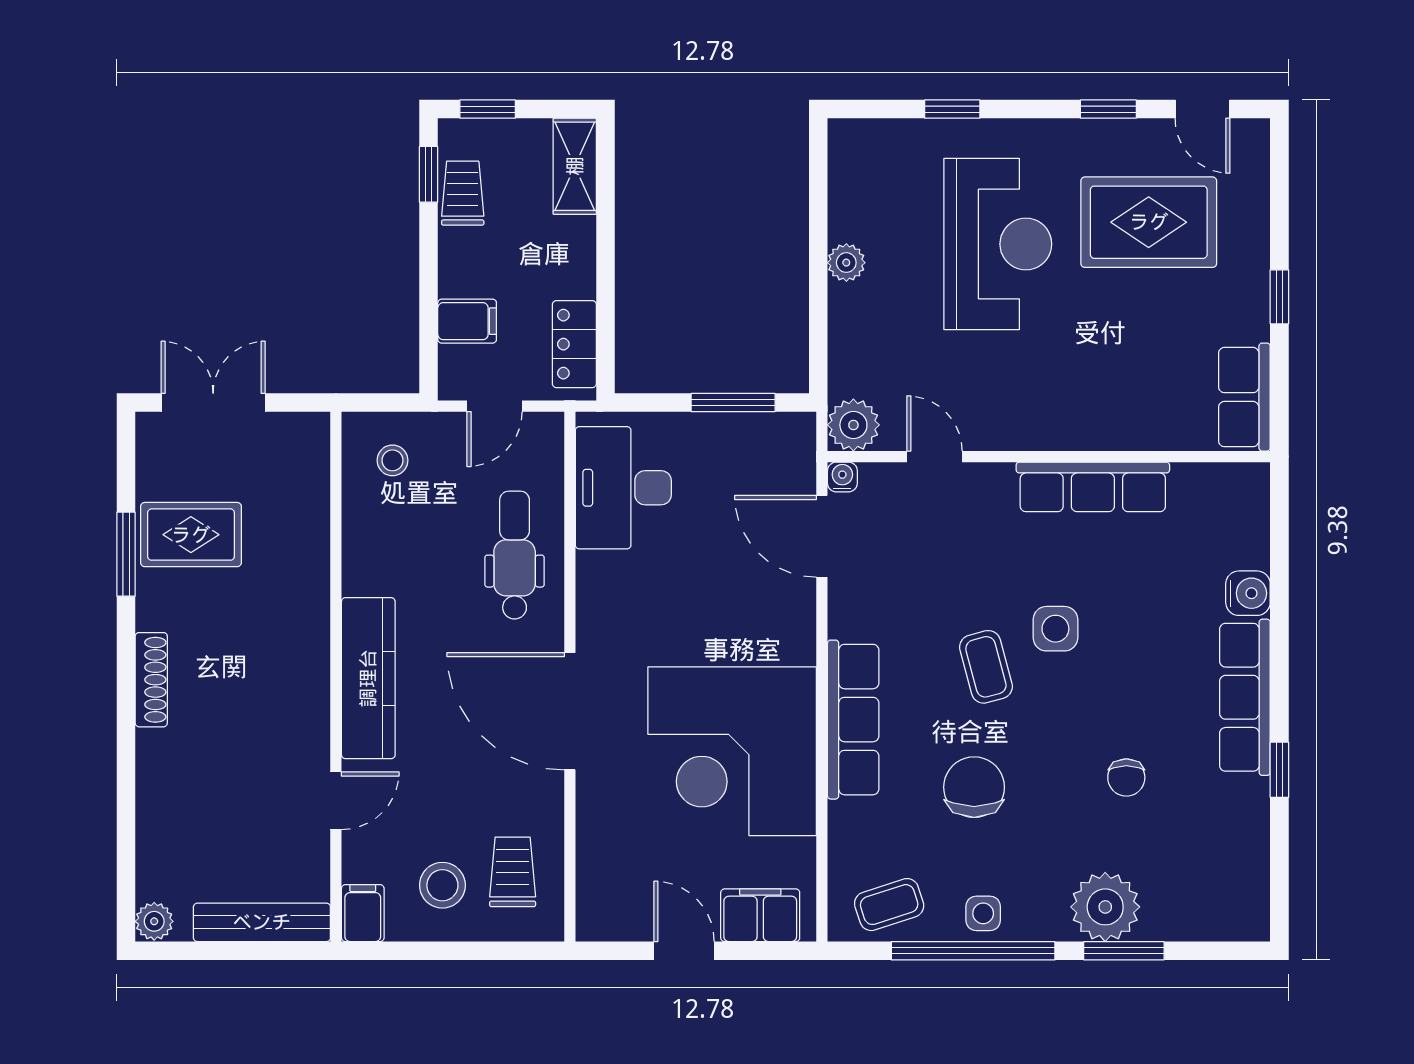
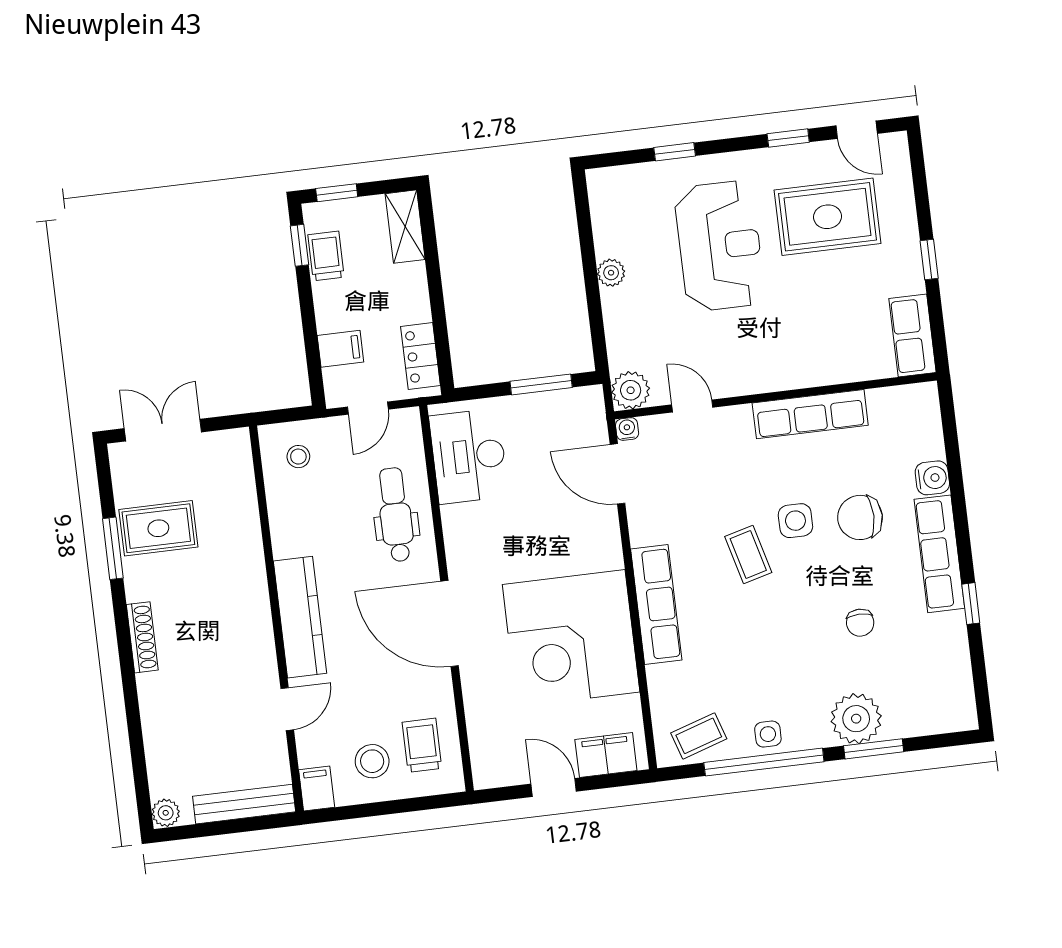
chair: (974, 787) -> (860, 517), moved, turned -90

